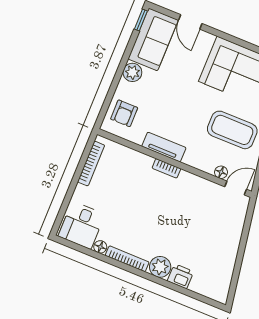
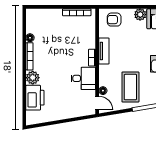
desk: (82, 225) -> (83, 78), moved, turned 180
printer: (181, 276) -> (35, 98), width x1.87, depth x1.48

